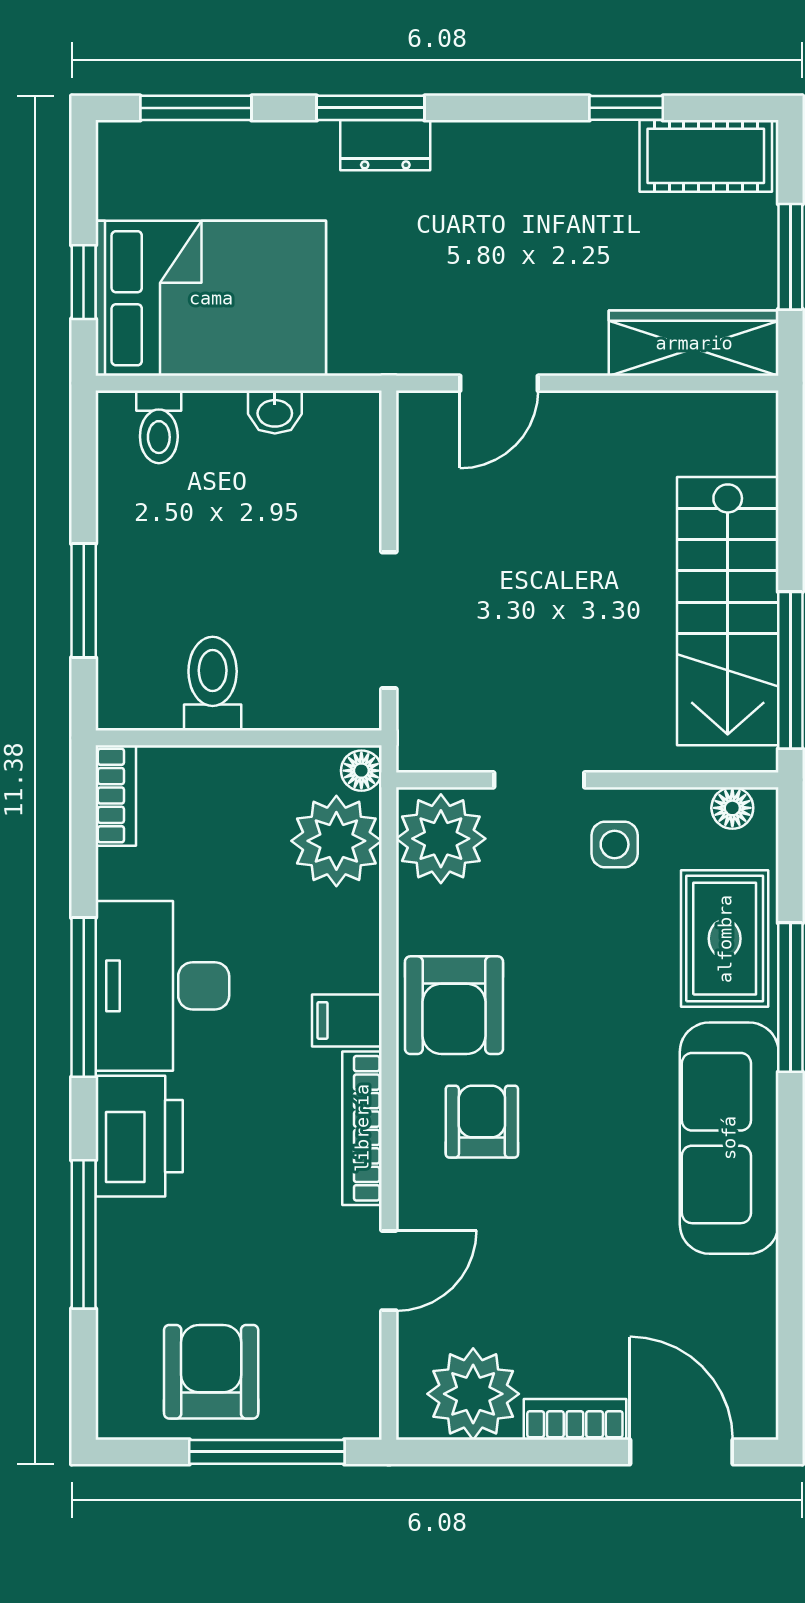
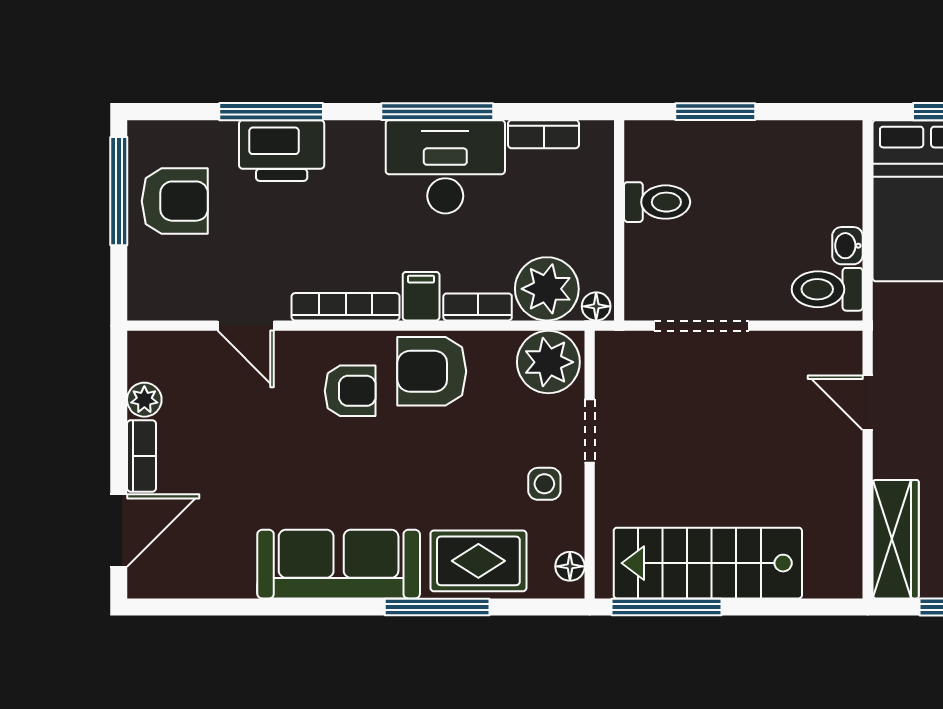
toilet: (159, 427) -> (827, 289), moved, width x1.37, depth x1.39
bookcase: (116, 795) -> (544, 134), moved
bookcase: (362, 940) -> (478, 307), added
printer: (139, 1136) -> (282, 151), moved
plant: (473, 1394) -> (144, 400), width x0.53, depth x0.53
window: (267, 1452) -> (119, 191), moved

